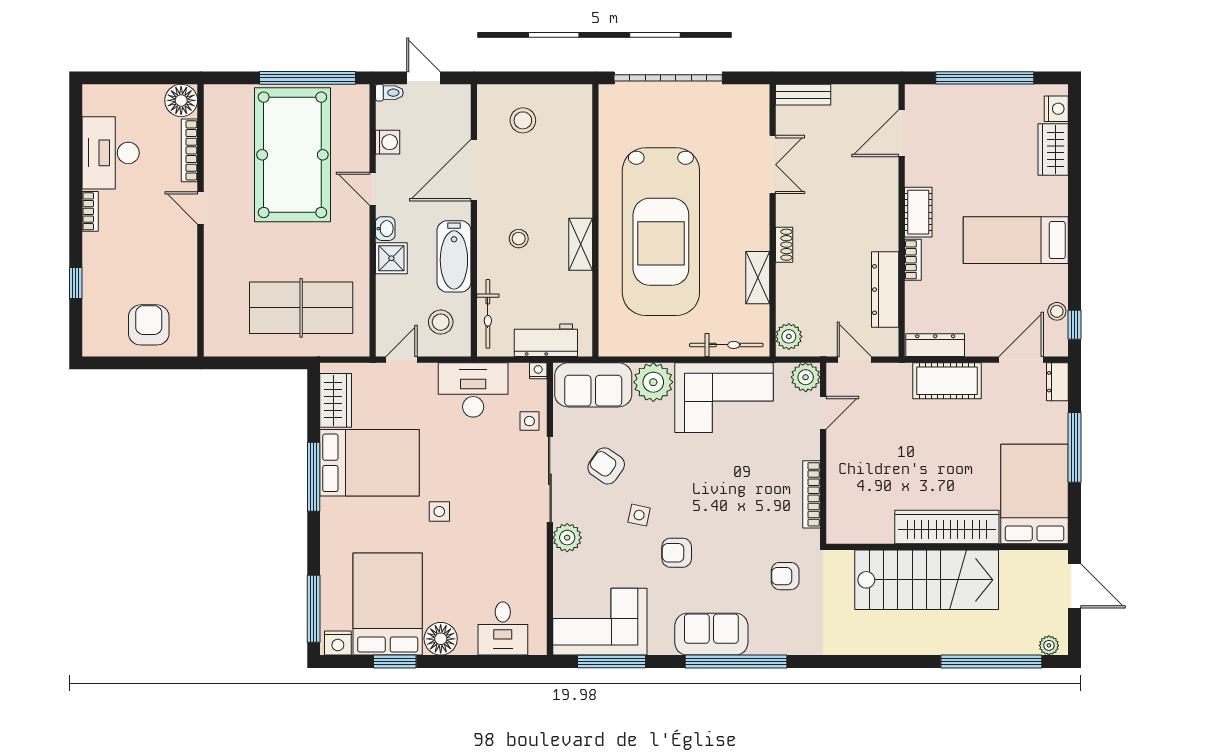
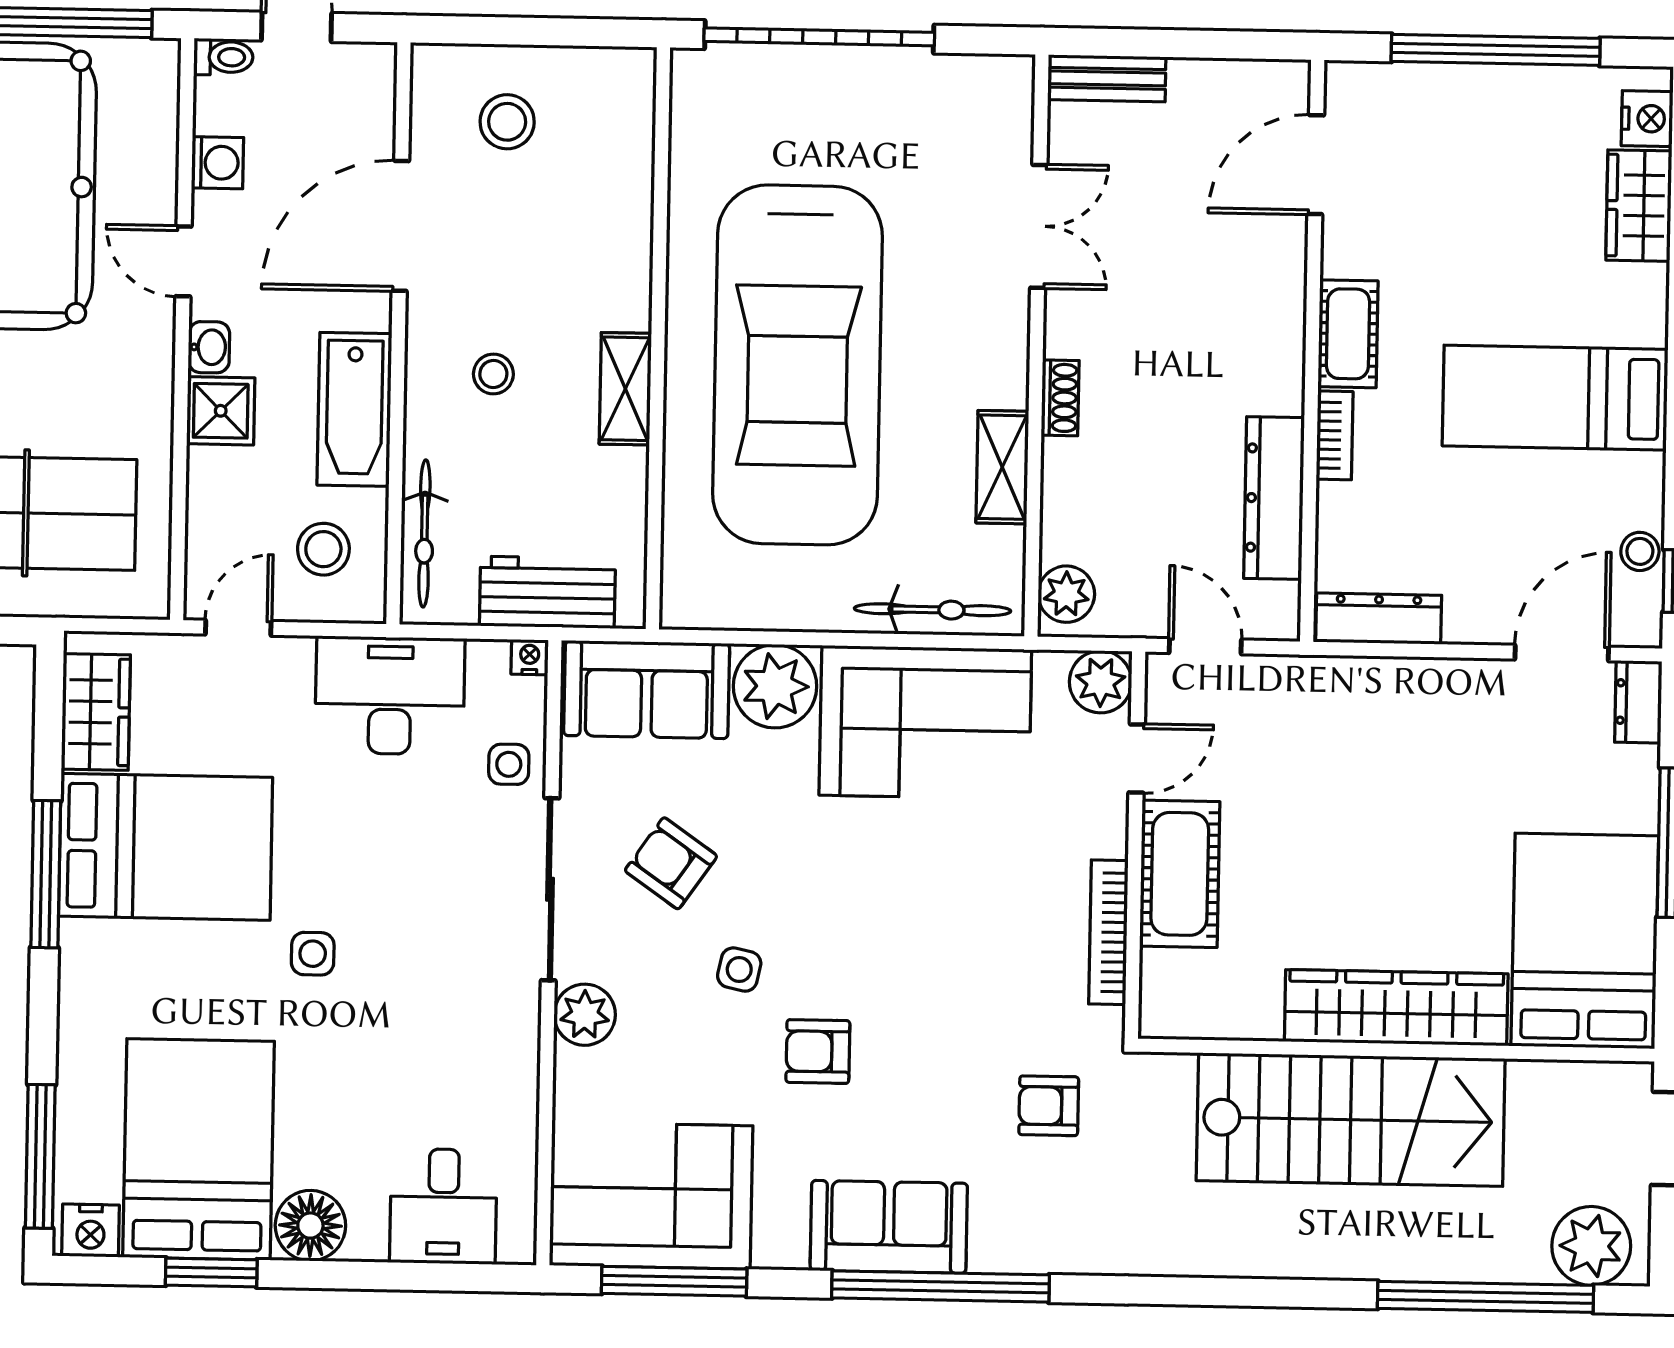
cot: (947, 381) -> (1180, 874), moved, turned 90
plant: (1049, 645) -> (1591, 1246), width x1.88, depth x1.88

